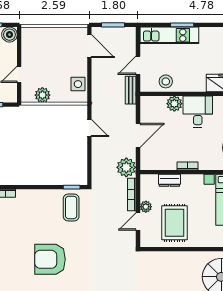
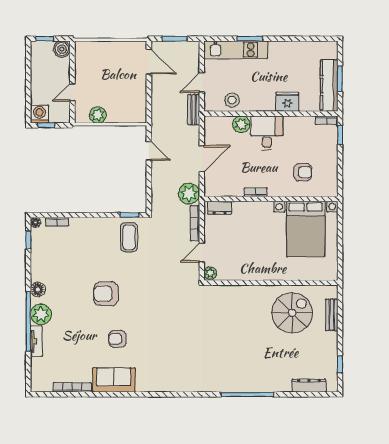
side table: (78, 84) -> (136, 103), removed
dresser: (169, 180) -> (220, 208), moved
plant: (146, 207) -> (210, 273), moved
rug: (174, 223) -> (241, 254), removed
armchair: (50, 259) -> (106, 294), width x0.73, depth x0.73

